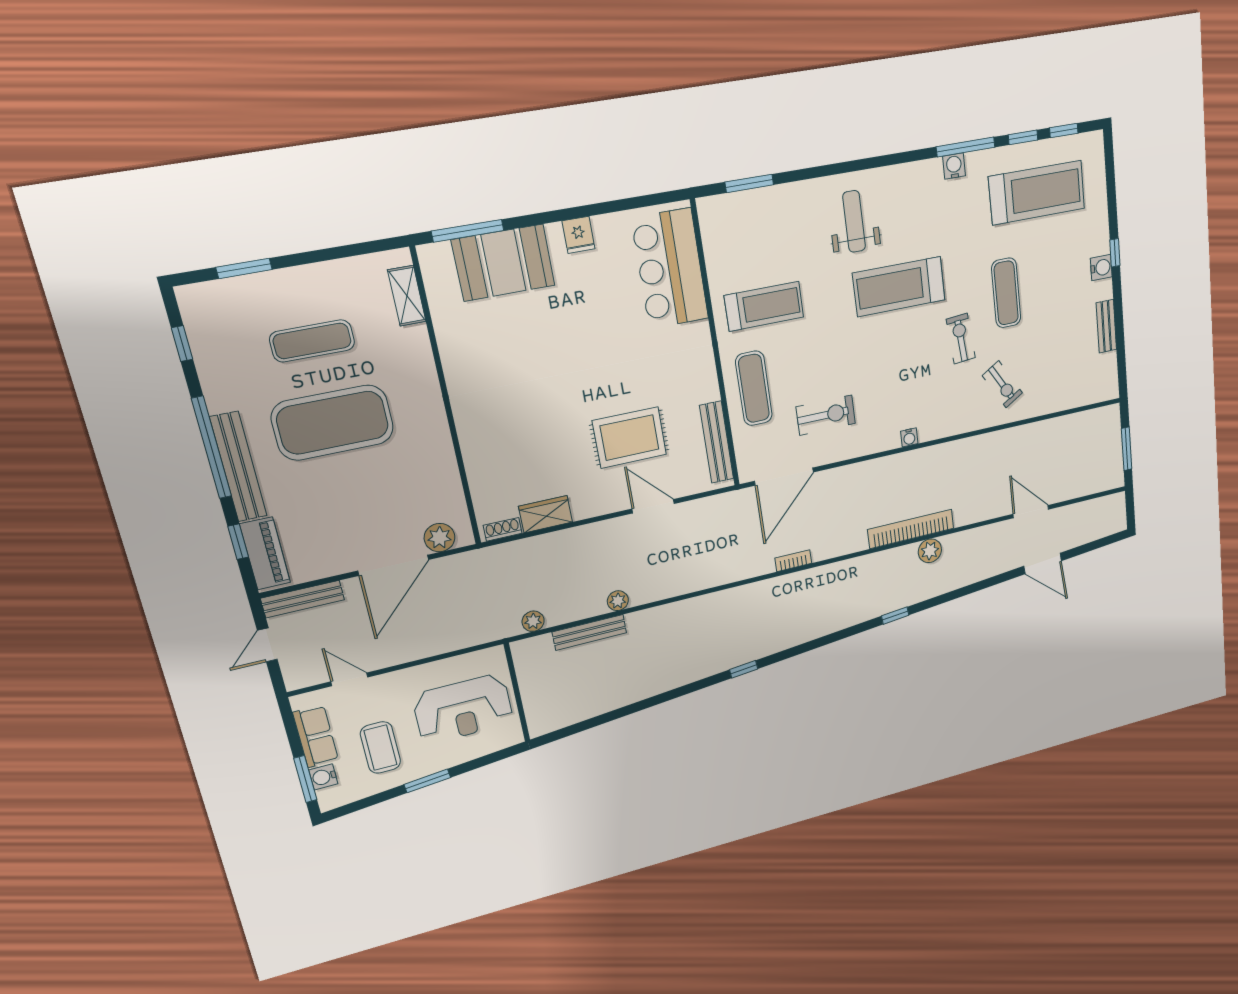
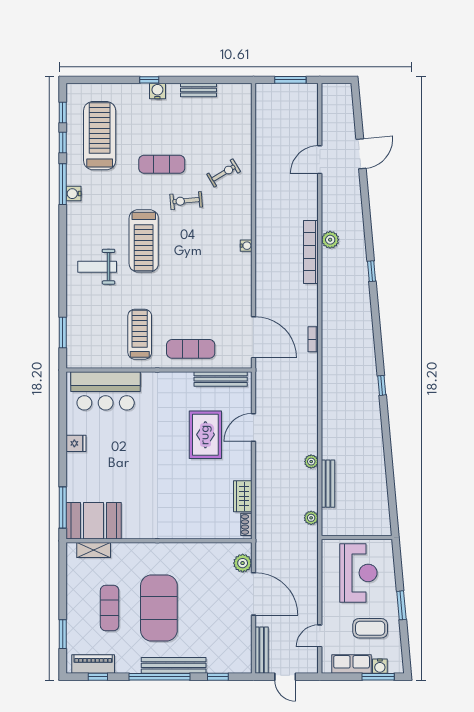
booth: (504, 263) -> (94, 521), moved, turned 90
exercise bike: (826, 415) -> (218, 303), removed
piano: (265, 553) -> (93, 664), moved

